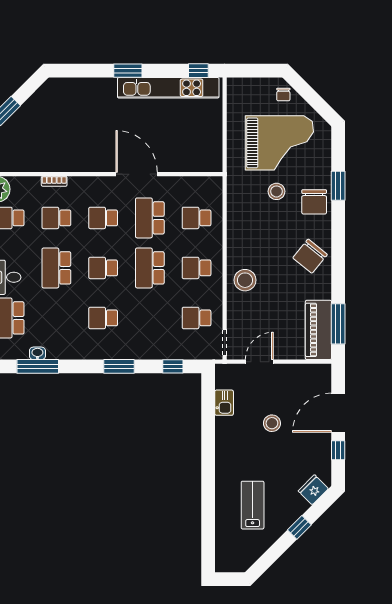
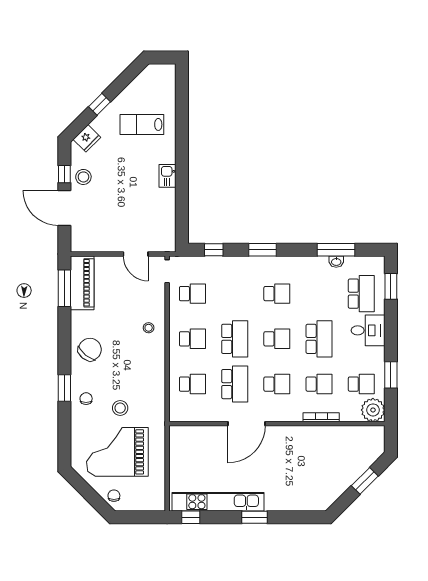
door: (137, 174) -> (247, 424), hinge flipped
bookcase: (54, 181) -> (321, 417), width x1.56
window: (338, 186) -> (64, 388), moved
chair: (314, 202) -> (86, 399), width x0.54, depth x0.54
stool: (245, 280) -> (149, 328), width x0.53, depth x0.53
door: (259, 362) -> (136, 254), hinge flipped
kitchen sink: (224, 403) -> (168, 176), moved
door: (338, 413) -> (64, 208), swing flipped
stool: (272, 423) -> (83, 177), moved
lab bench: (253, 505) -> (142, 124), turned 90

